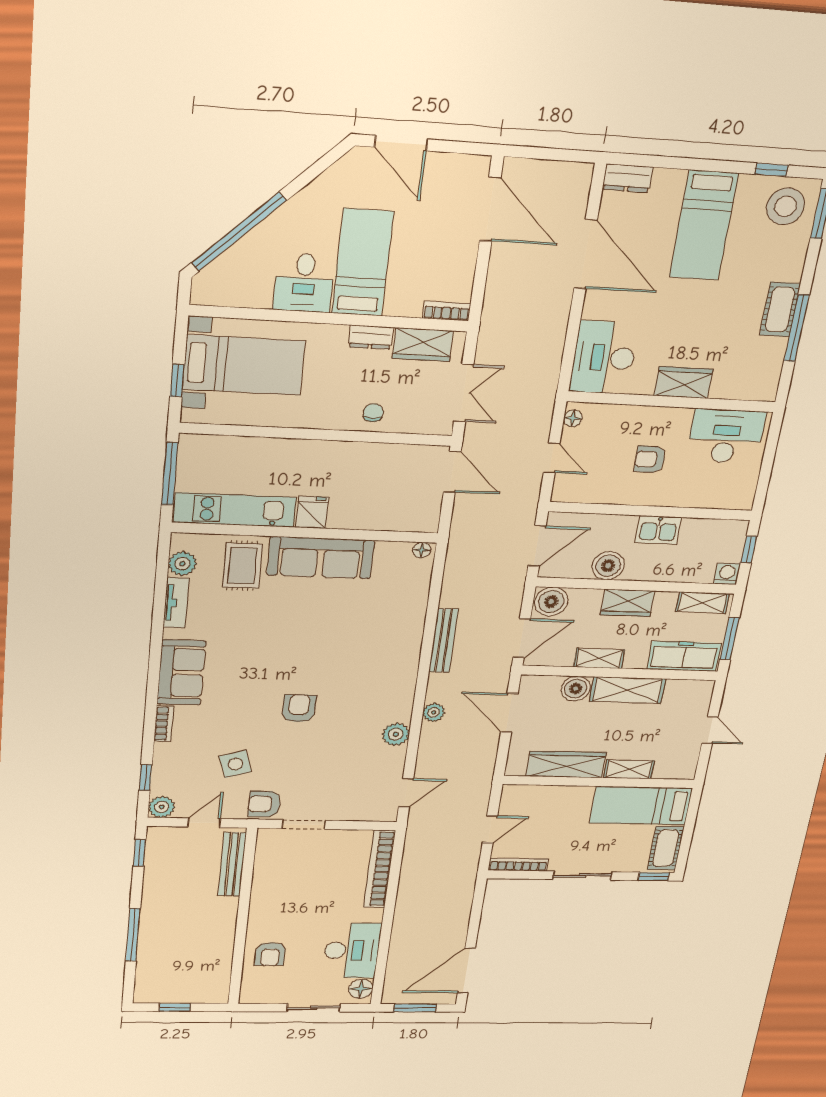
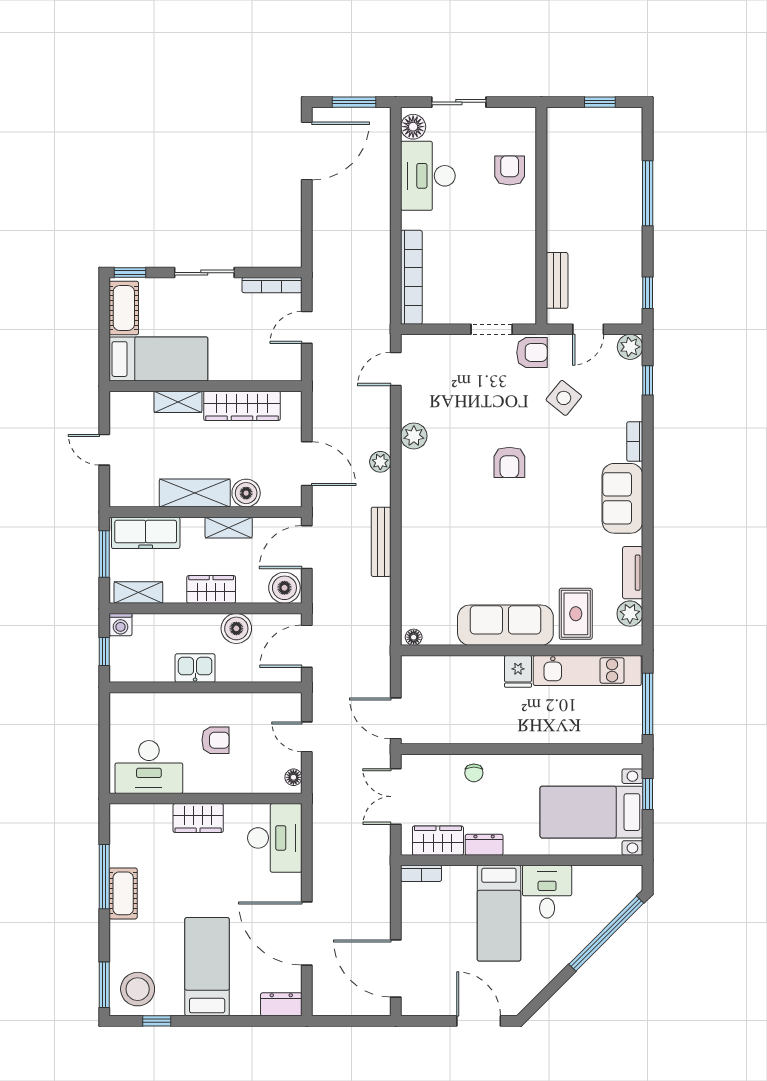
side table: (235, 764) -> (564, 398), turned -34
bench: (232, 864) -> (557, 280), width x0.73

